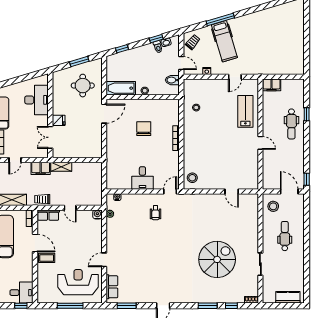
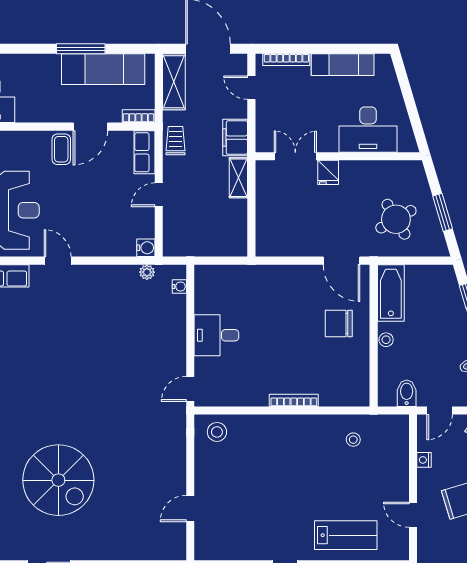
round table: (83, 86) -> (396, 219), turned -30
chair: (144, 129) -> (339, 324), moved, turned 180
door: (170, 191) -> (190, 389), swing flipped
wheelchair: (156, 213) -> (149, 361), removed

